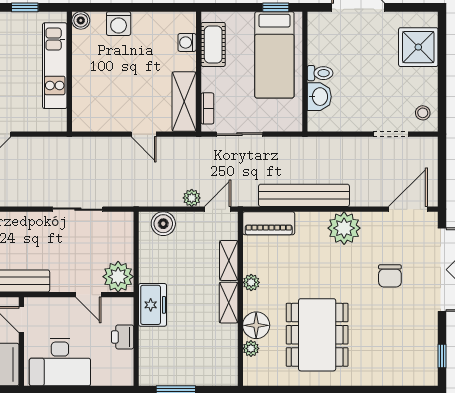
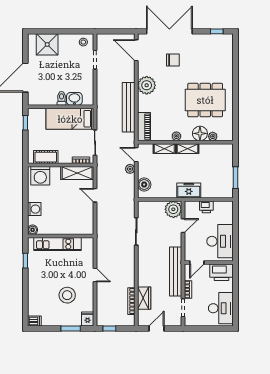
washing machine: (187, 42) -> (40, 176), width x1.89, depth x1.89
bed: (274, 55) -> (70, 119), moved, turned 180
door: (144, 134) -> (95, 195), swing flipped

